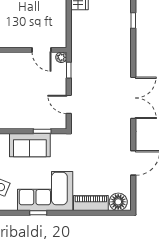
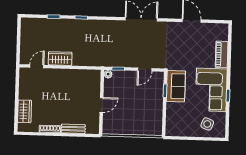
door: (42, 50) -> (101, 105), moved
sofa: (30, 145) -> (176, 86), moved
floor lamp: (118, 202) -> (221, 33), removed

